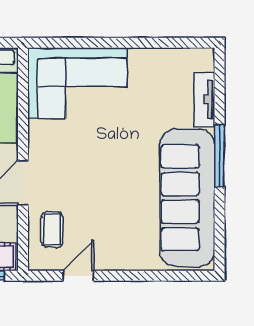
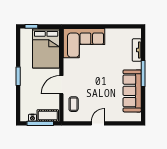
sofa: (187, 198) -> (132, 91), width x0.74, depth x0.79
door: (78, 276) -> (98, 123), moved

